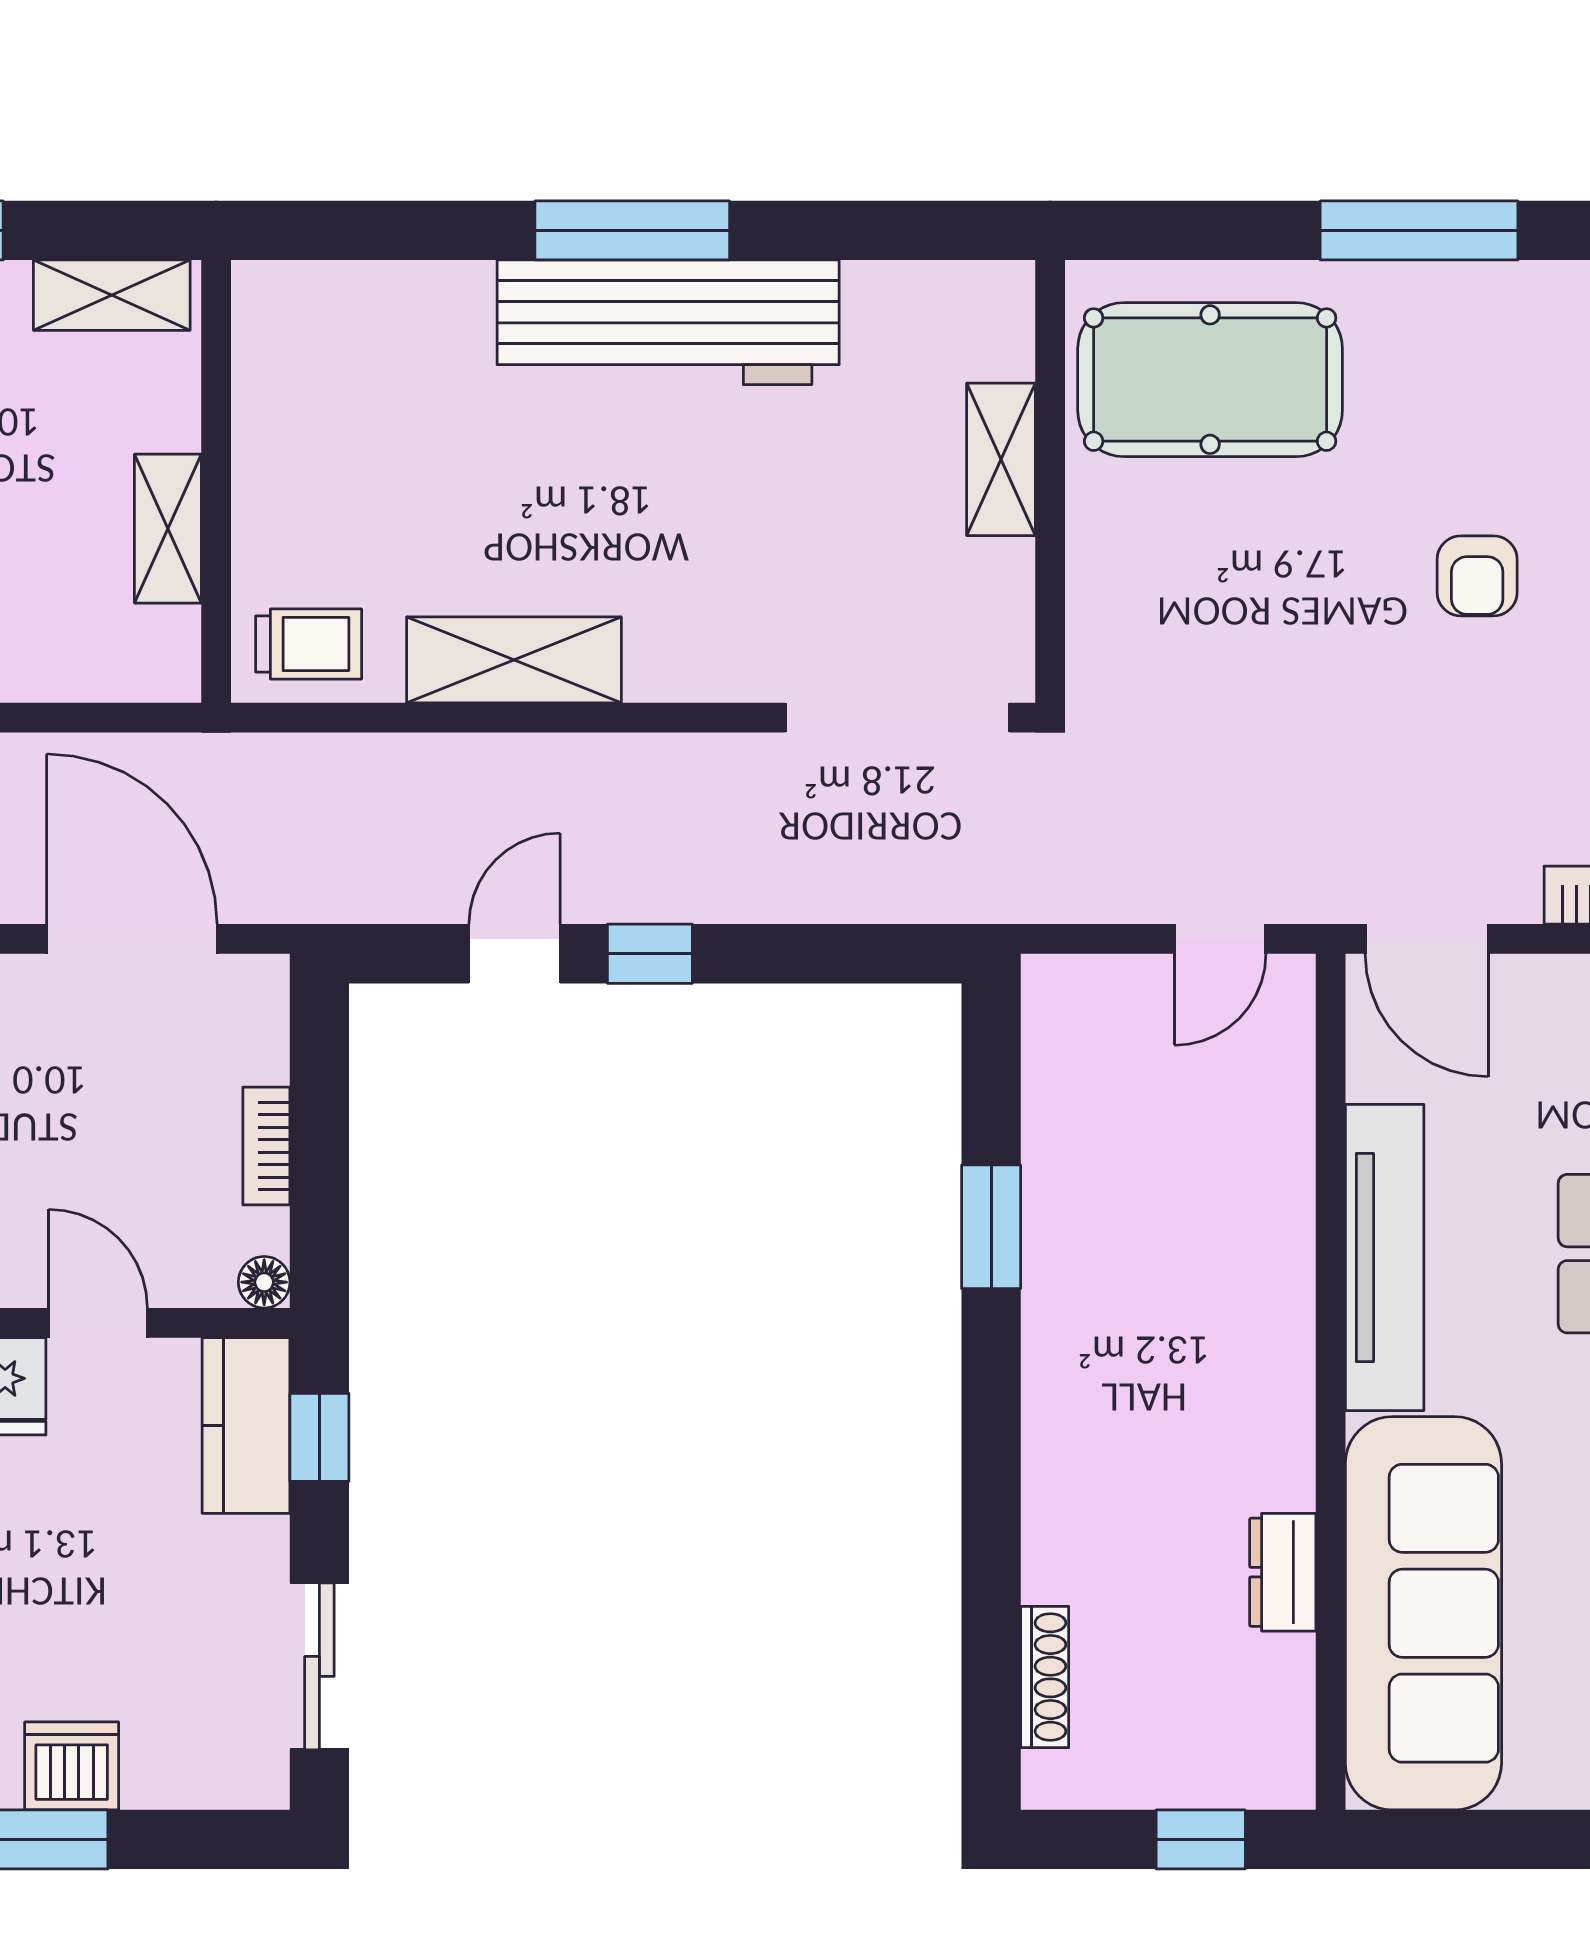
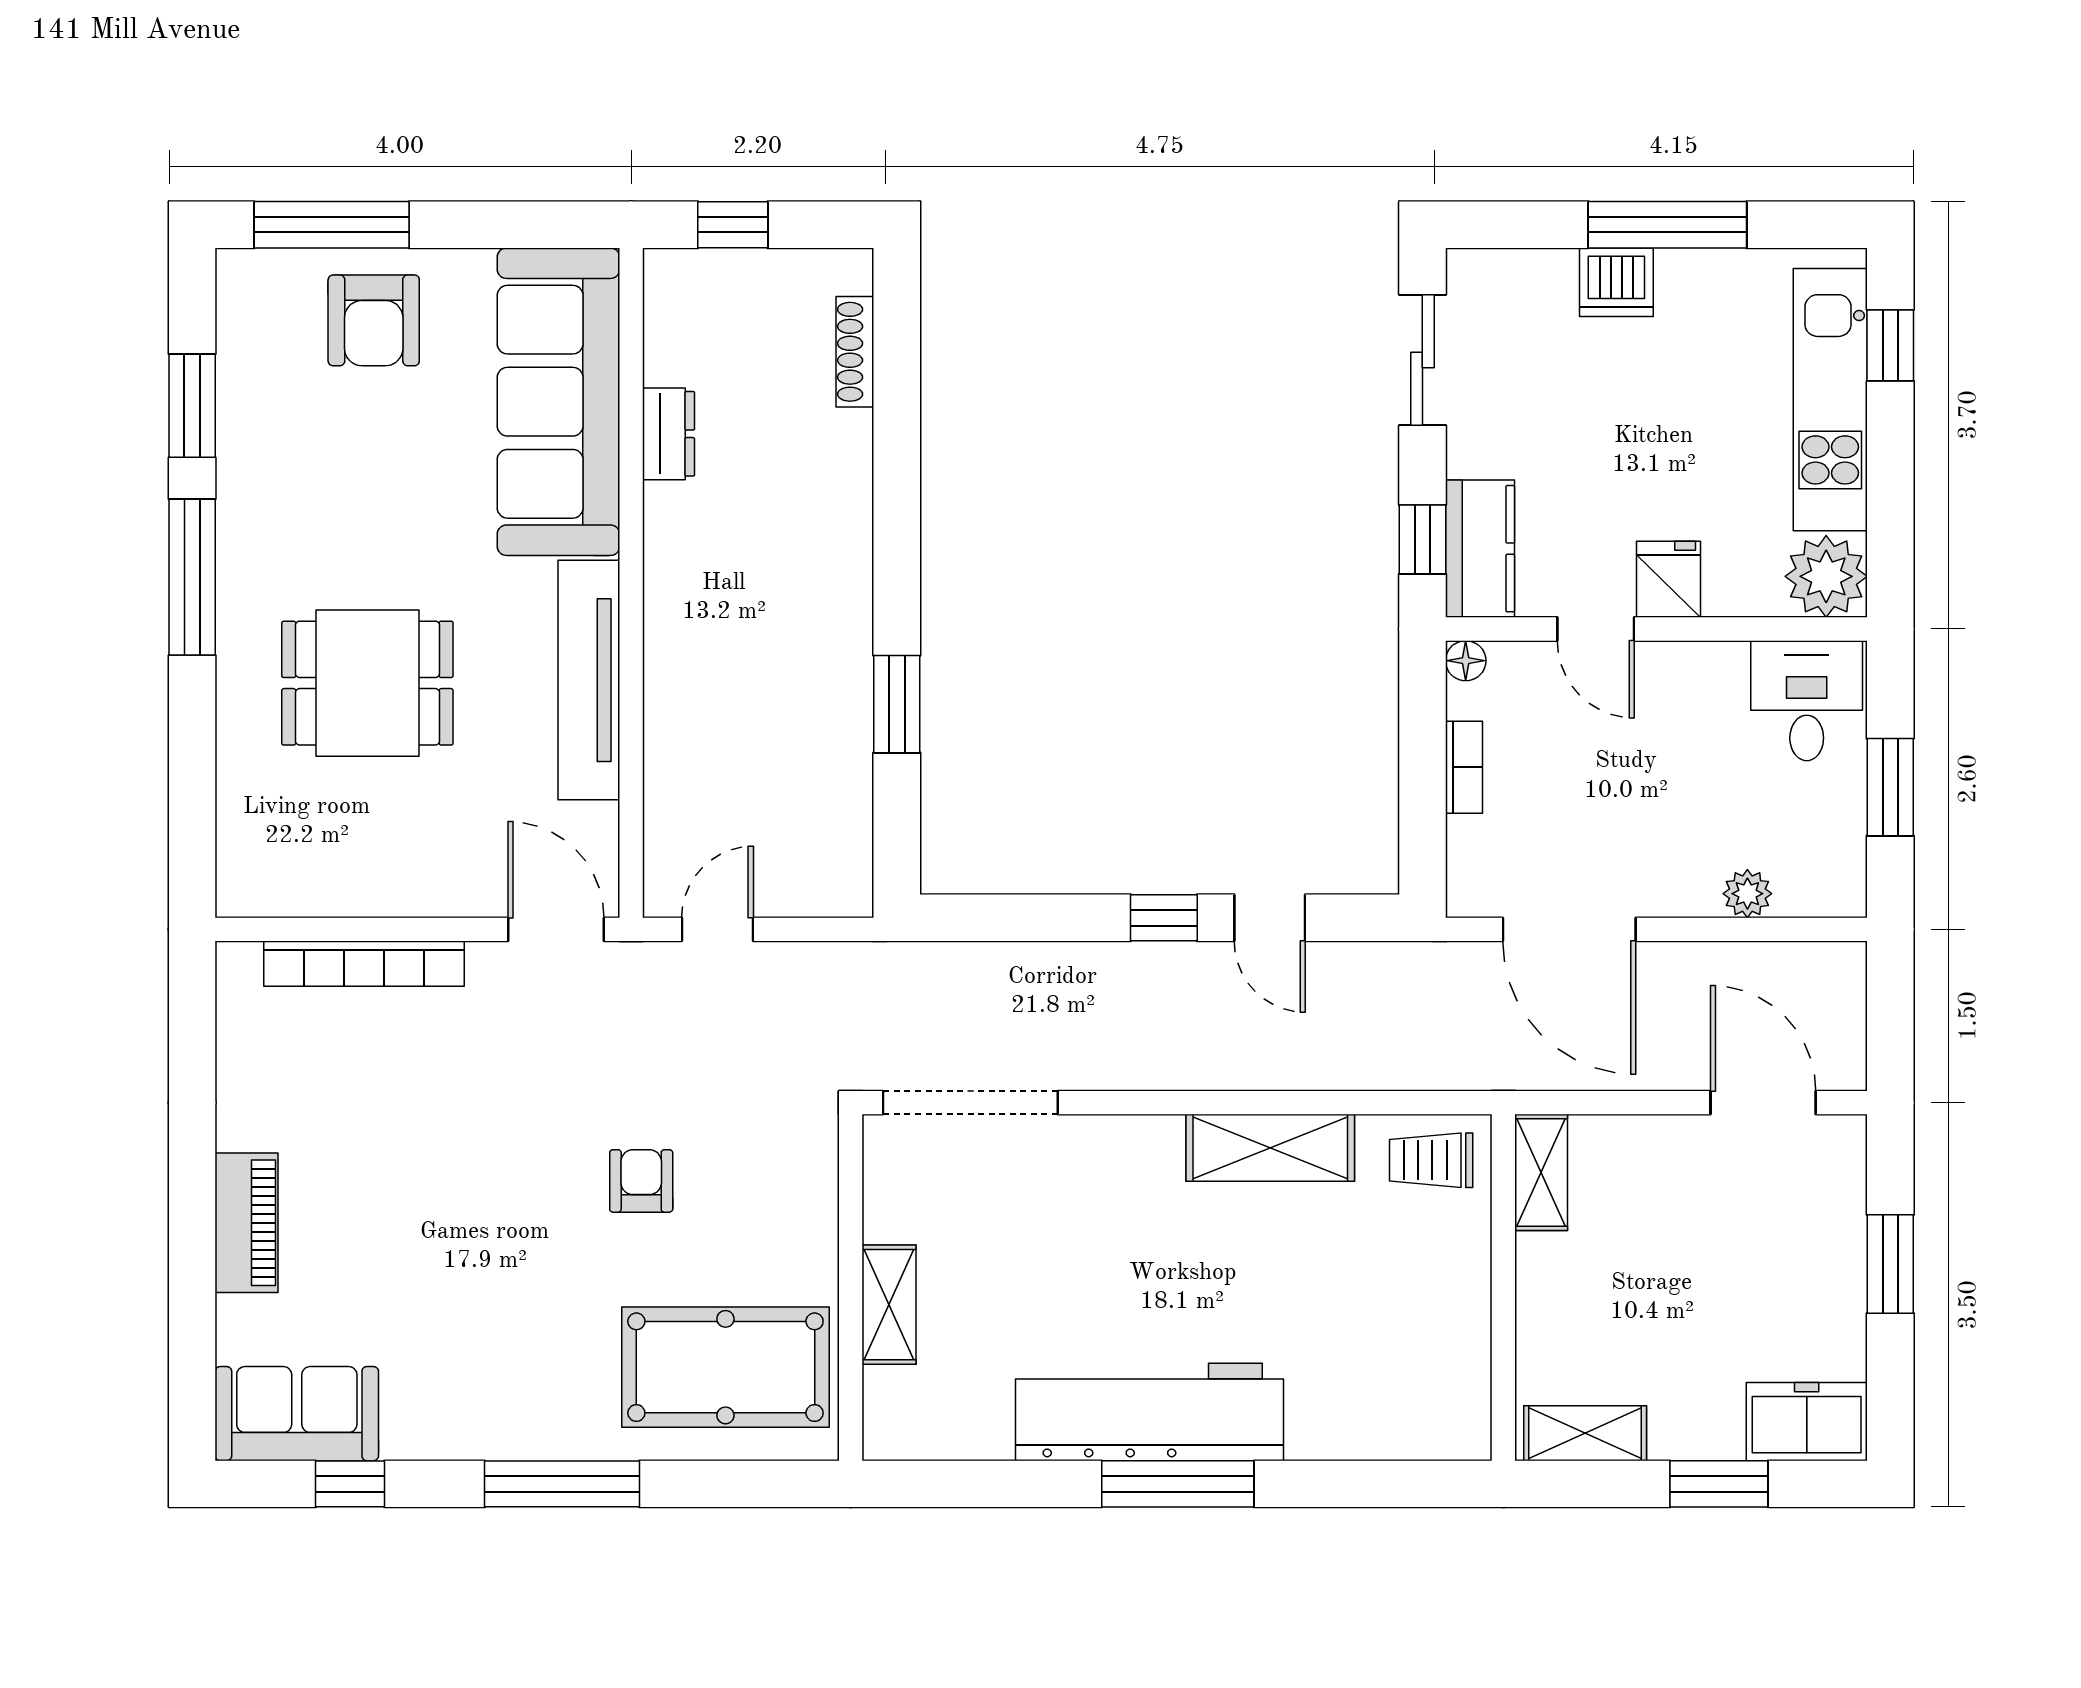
shelving: (168, 529) -> (1541, 1172), moved
armchair: (1477, 576) -> (641, 1181), moved
door: (515, 954) -> (1270, 918), hinge flipped

